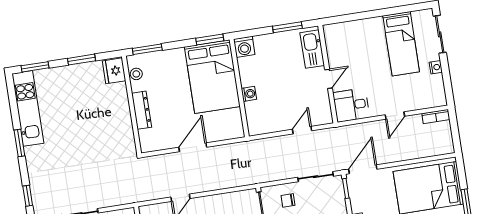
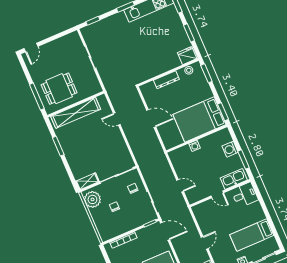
washing machine: (244, 47) -> (230, 149), moved
desk: (351, 105) -> (245, 195), moved, turned 90
door: (395, 116) -> (205, 243), swing flipped

